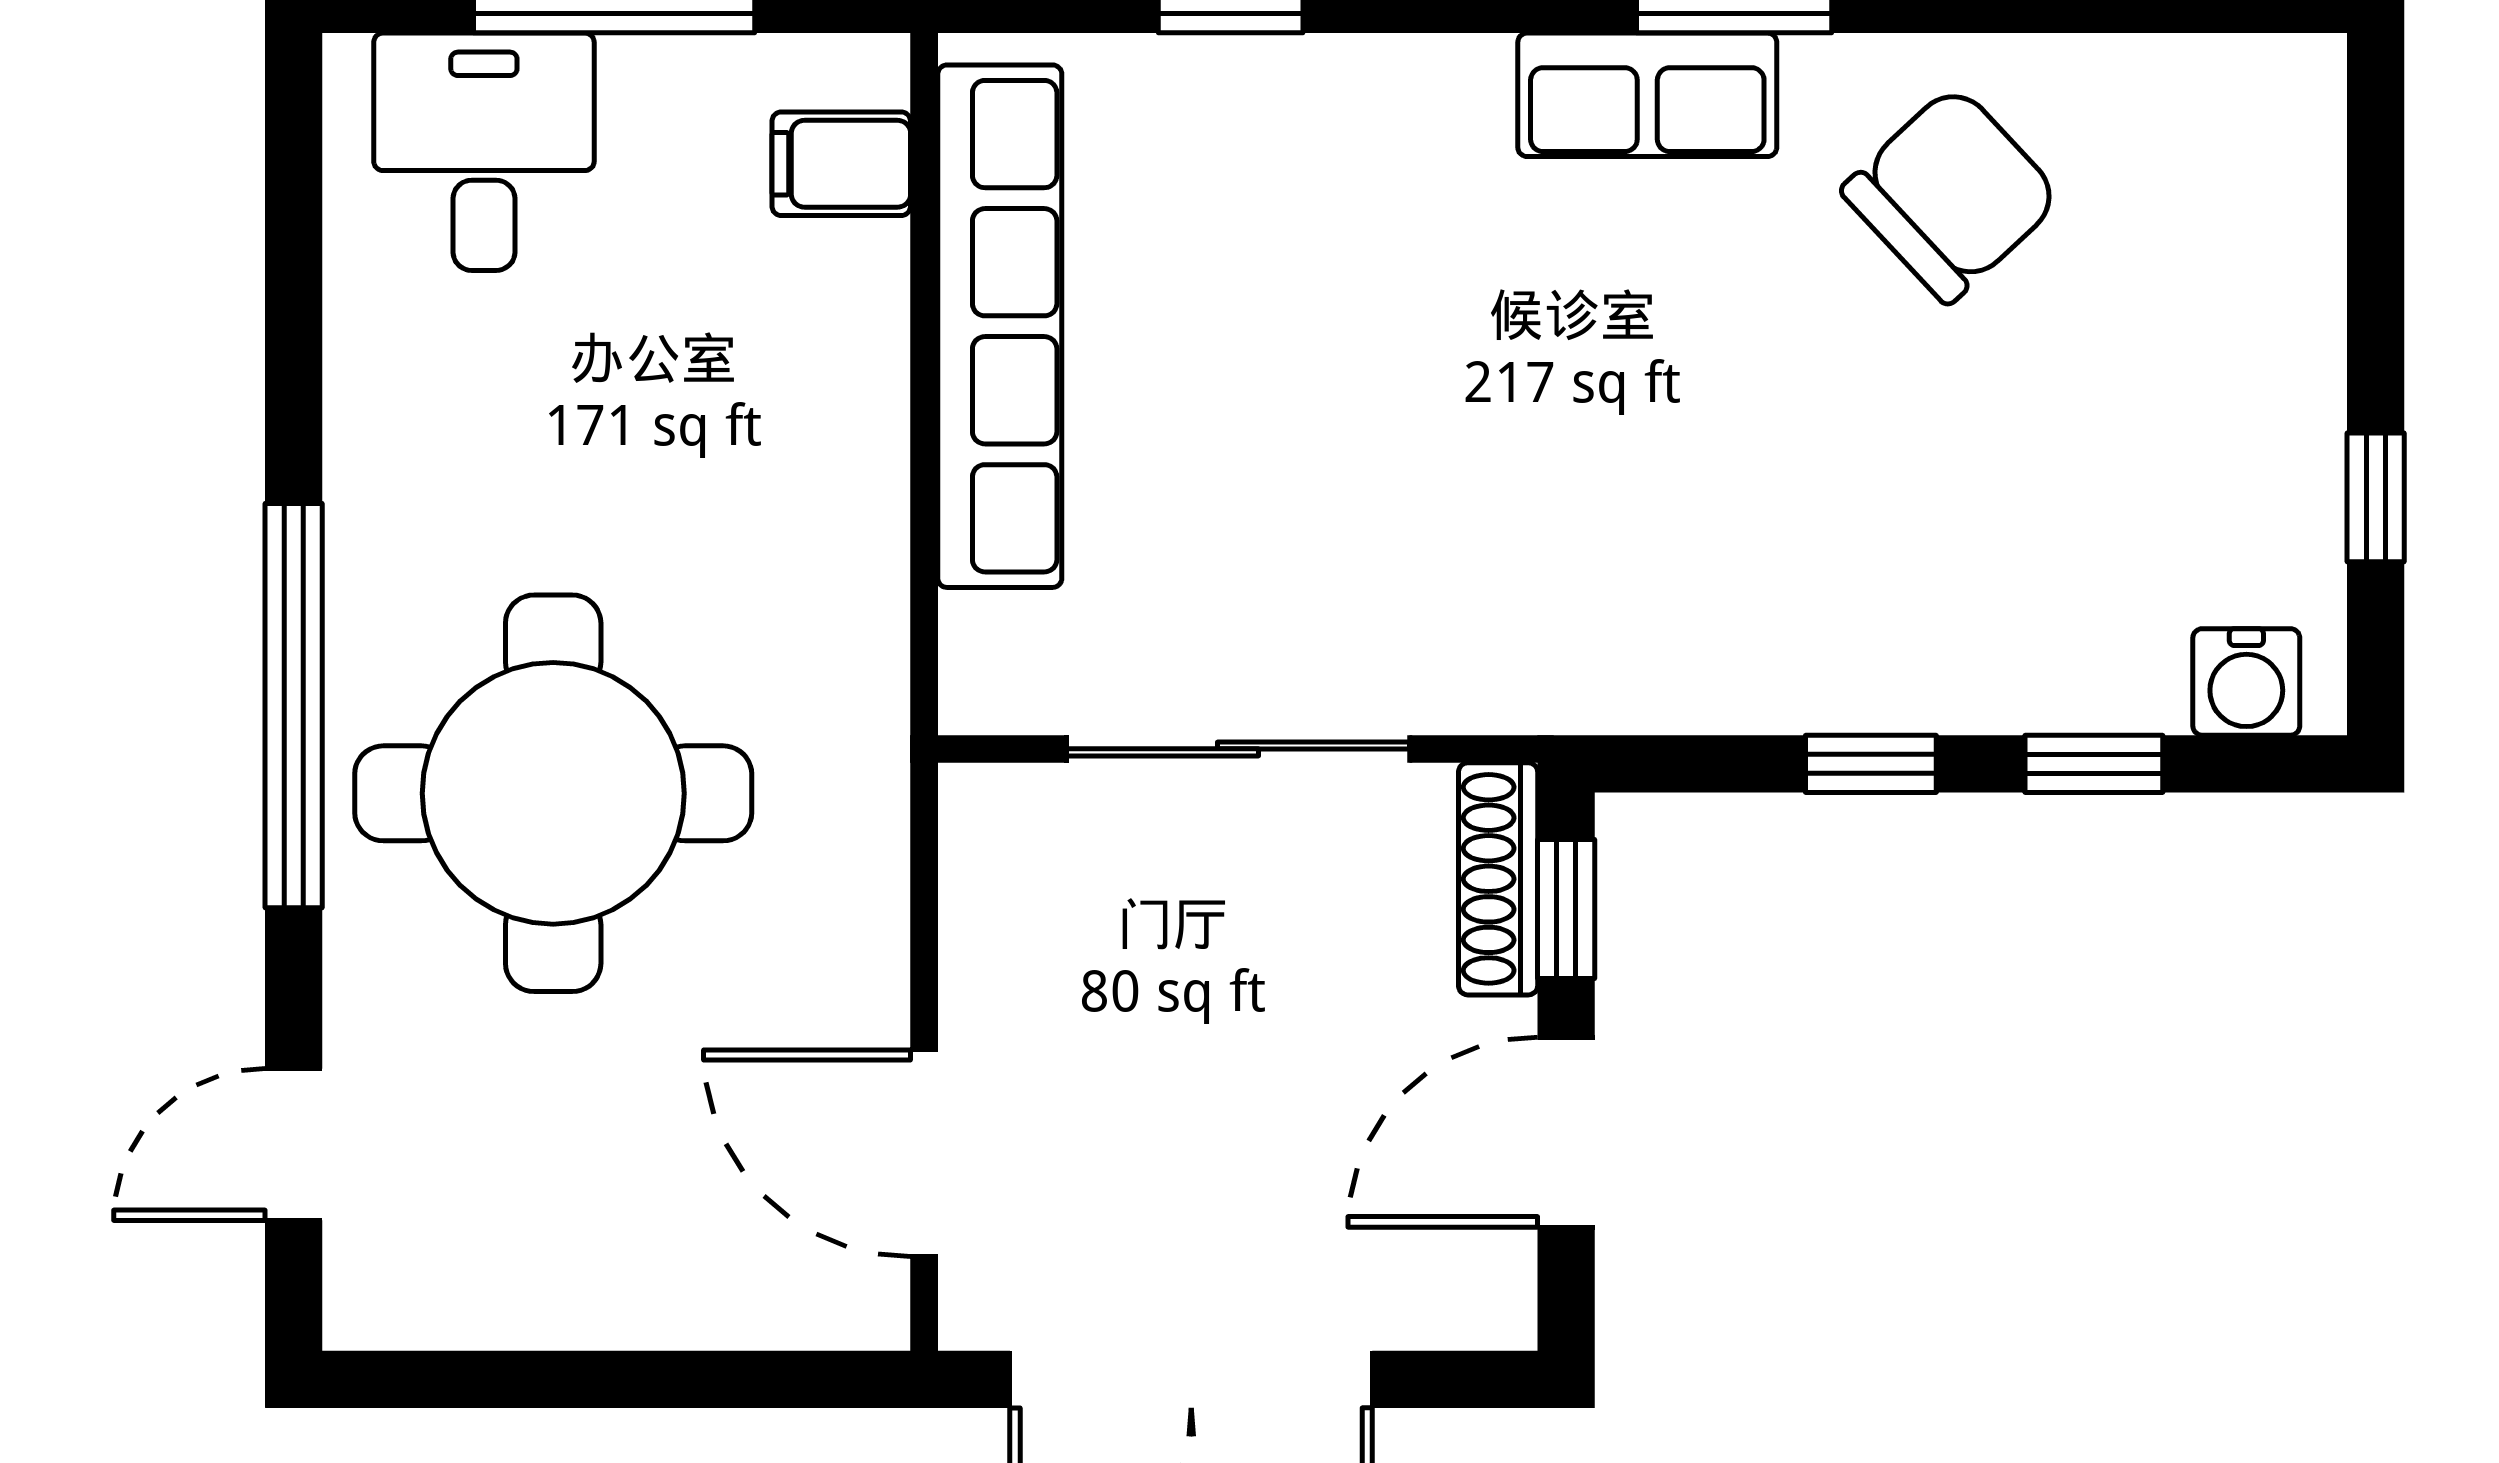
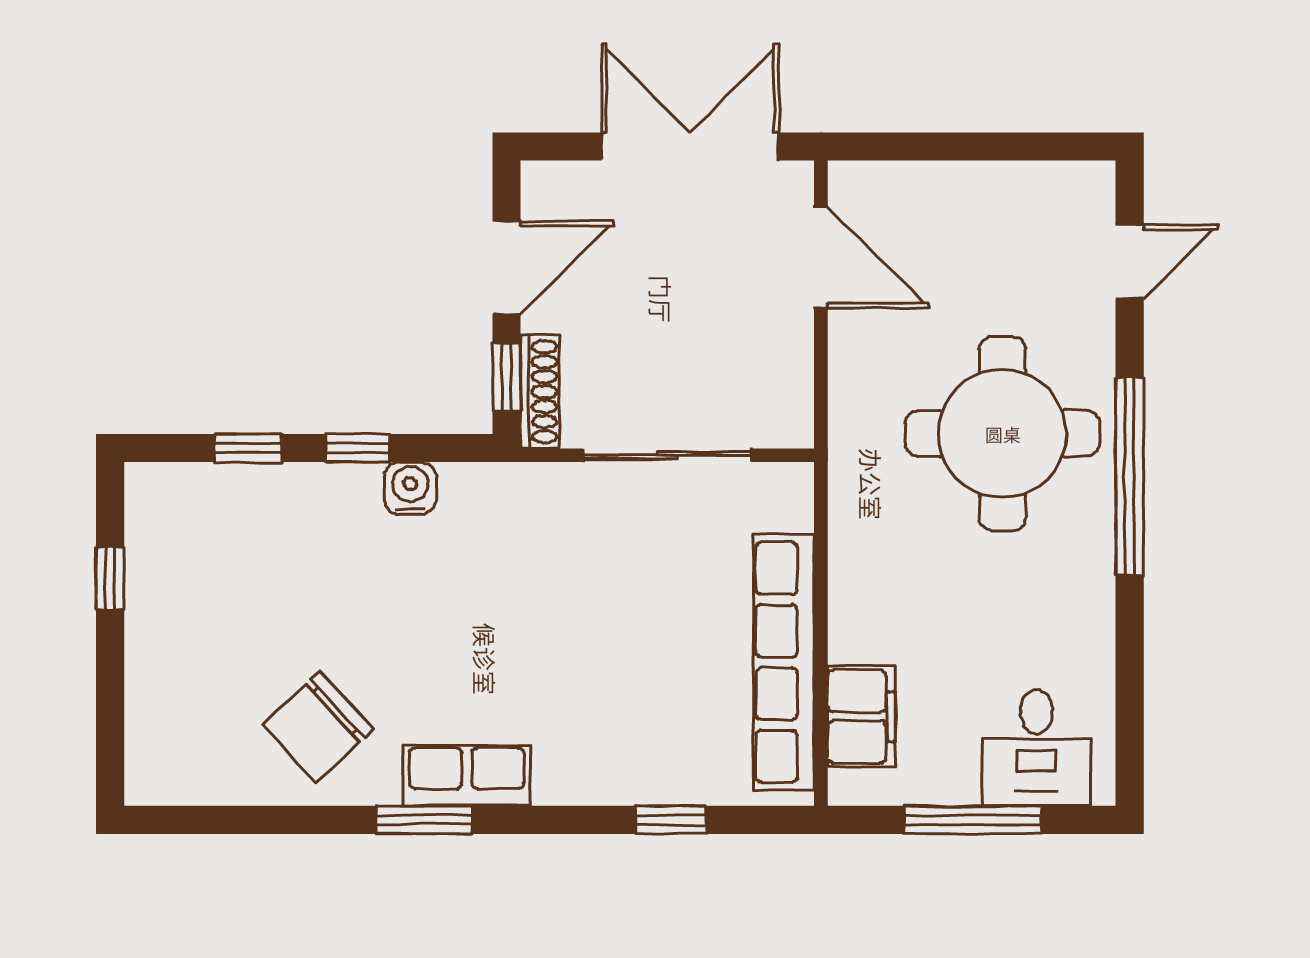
filing cabinet: (841, 164) -> (861, 716), width x2.00
water cooler: (2246, 682) -> (410, 488), moved

